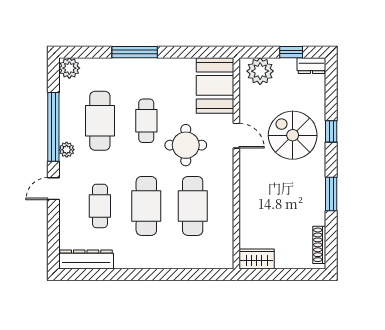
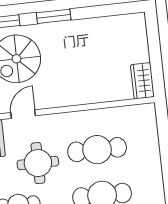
window: (331, 194) -> (54, 16), moved
shoe rack: (319, 245) -> (122, 21), removed

